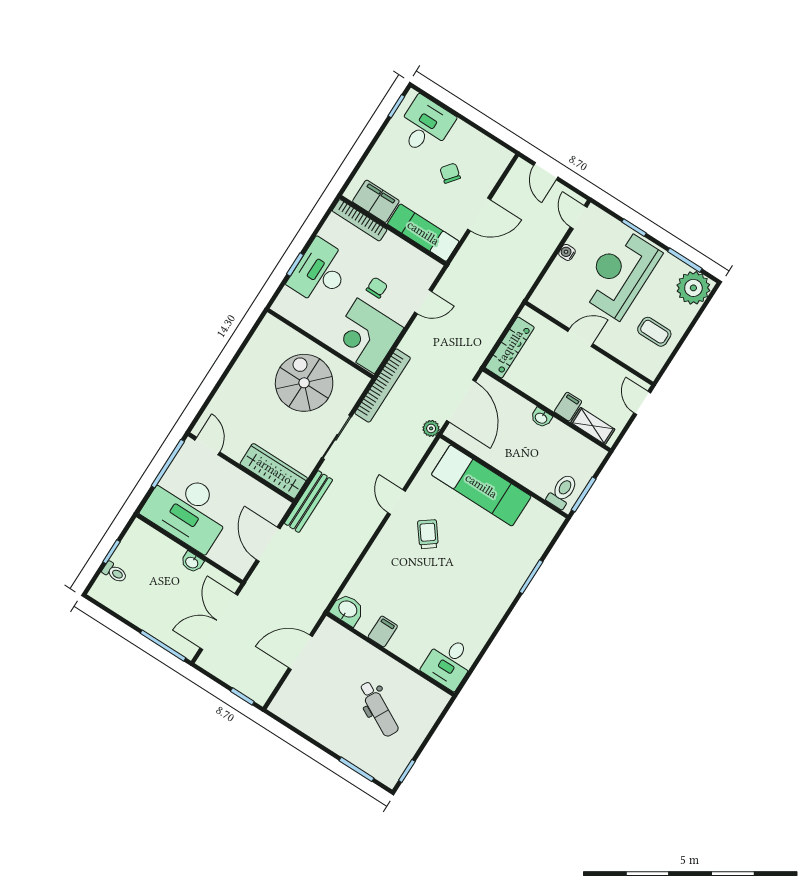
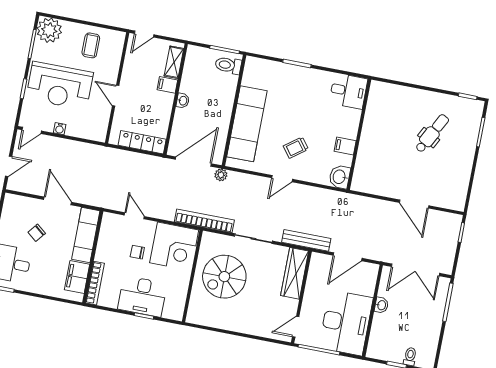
washbasin: (347, 610) -> (340, 177), moved
filing cabinet: (383, 631) -> (345, 146), moved
wall: (390, 654) -> (359, 134), moved
desk: (449, 662) -> (348, 91), moved

